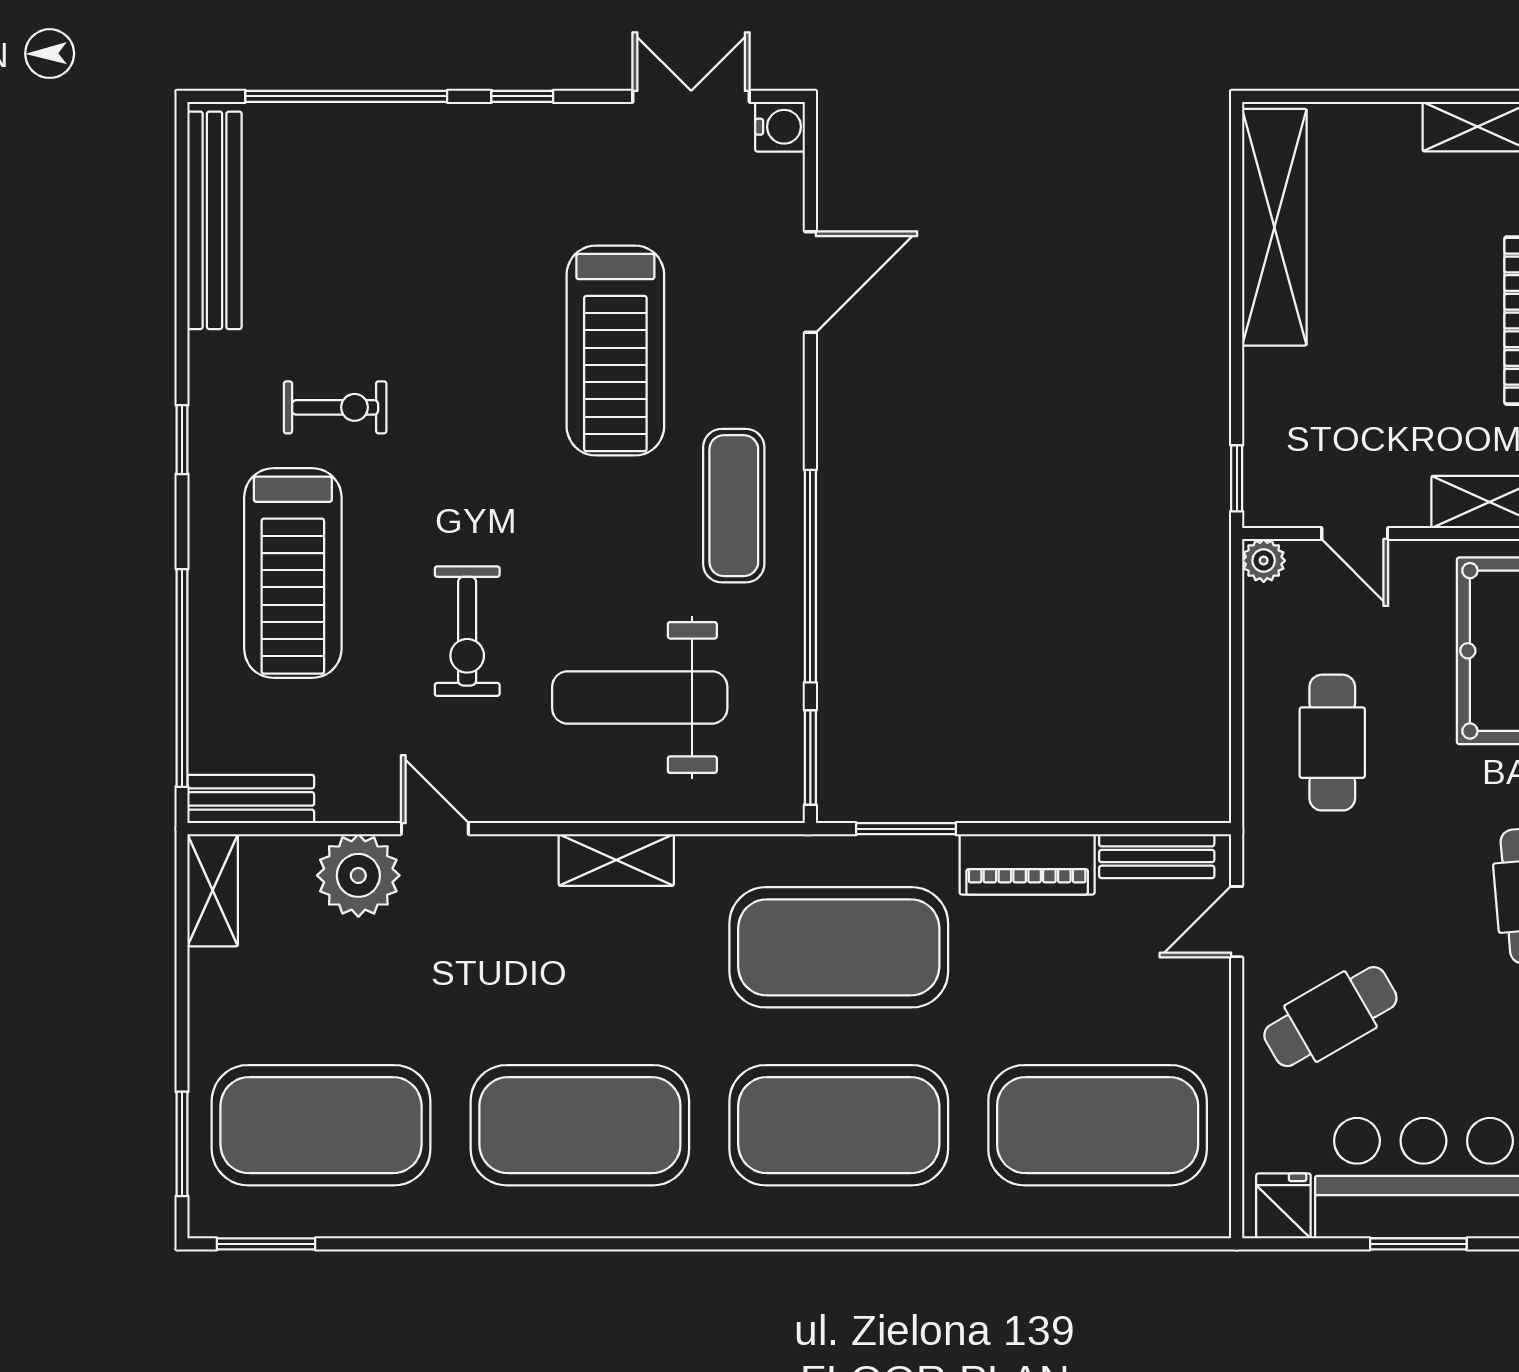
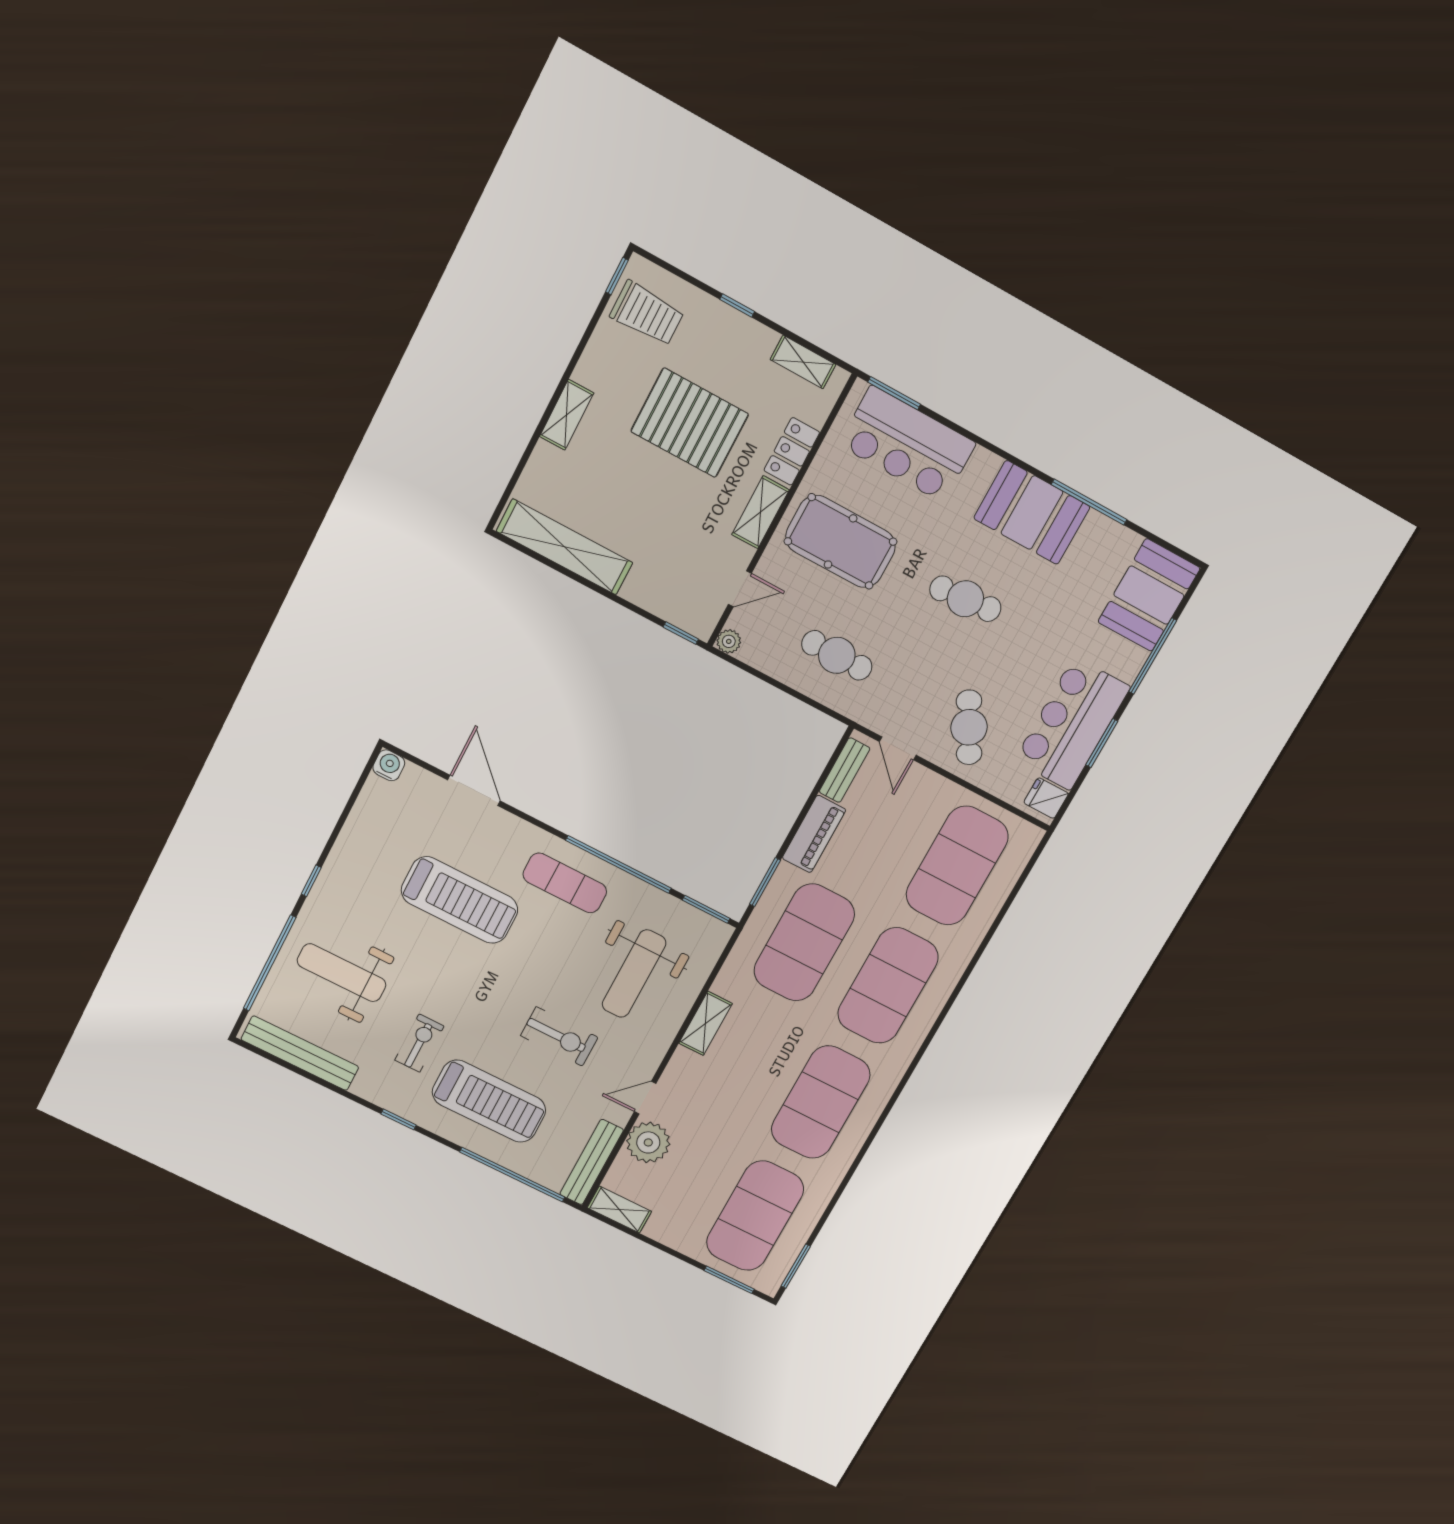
double door: (691, 96) -> (352, 800), removed
weight bench: (391, 221) -> (342, 973), added
bench: (251, 799) -> (592, 1162), width x1.36

